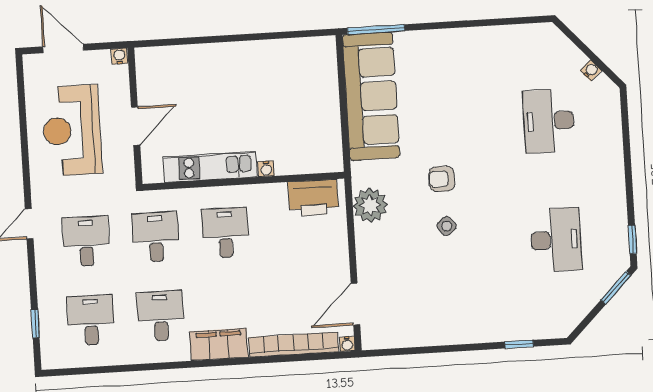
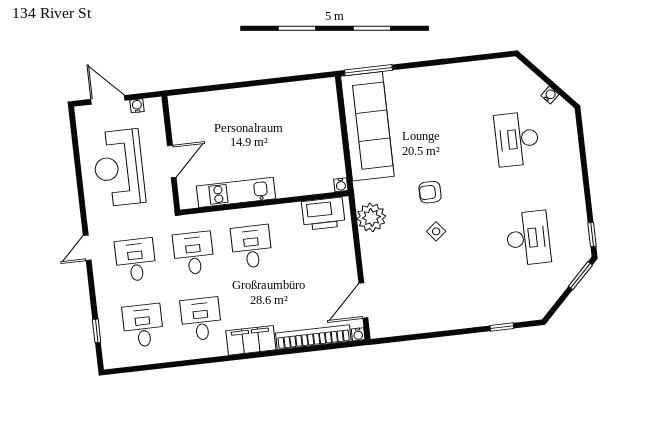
water cooler: (119, 56) -> (137, 106), moved
water cooler: (266, 169) -> (341, 185), moved

